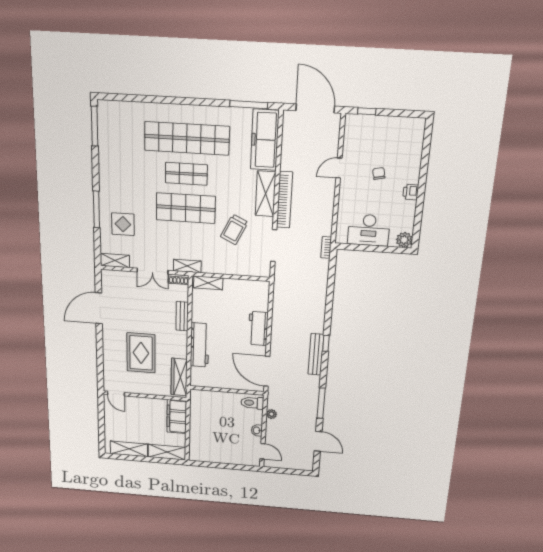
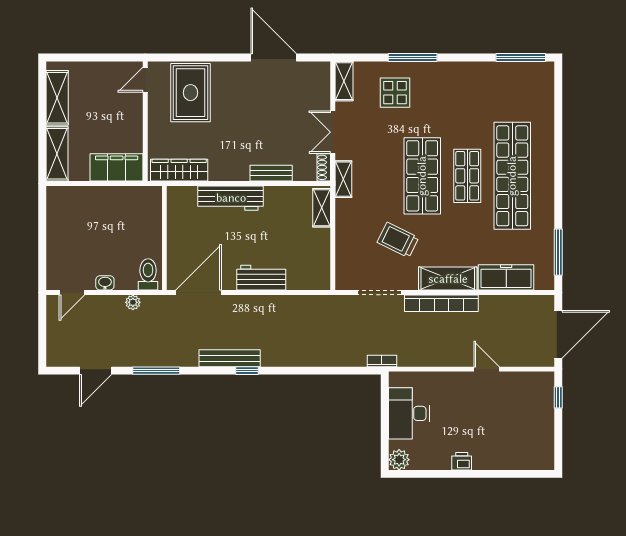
freezer: (265, 140) -> (506, 277), width x0.73, depth x0.79
chair: (379, 174) -> (483, 419), removed
rug: (141, 353) -> (190, 93), moved, turned 90

